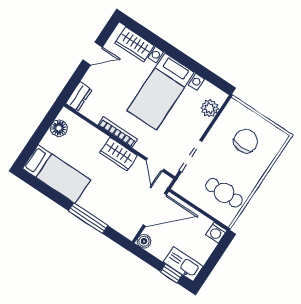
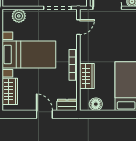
door: (93, 53) -> (44, 114), moved
wardrobe: (119, 154) -> (87, 76), moved

